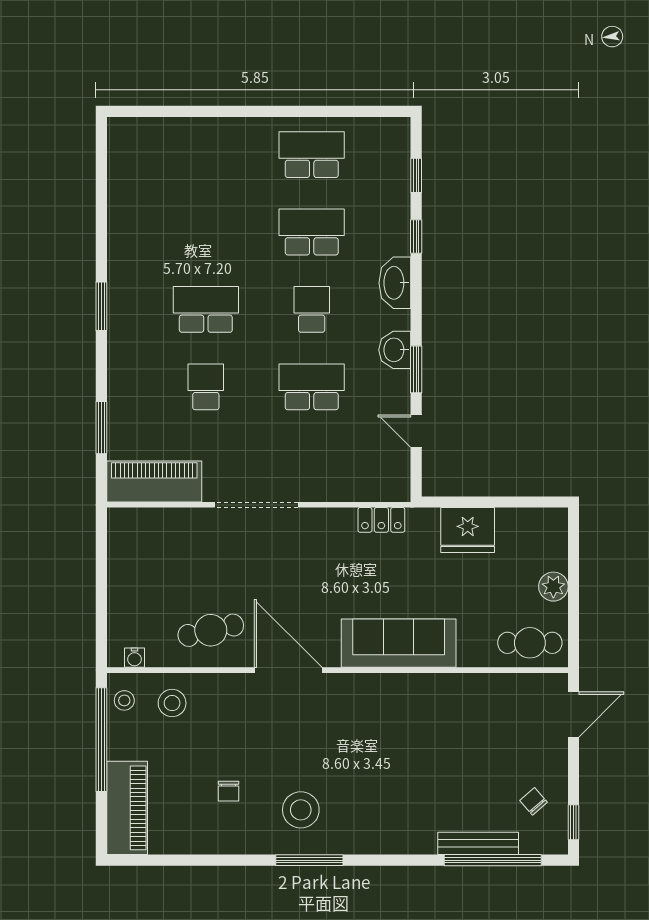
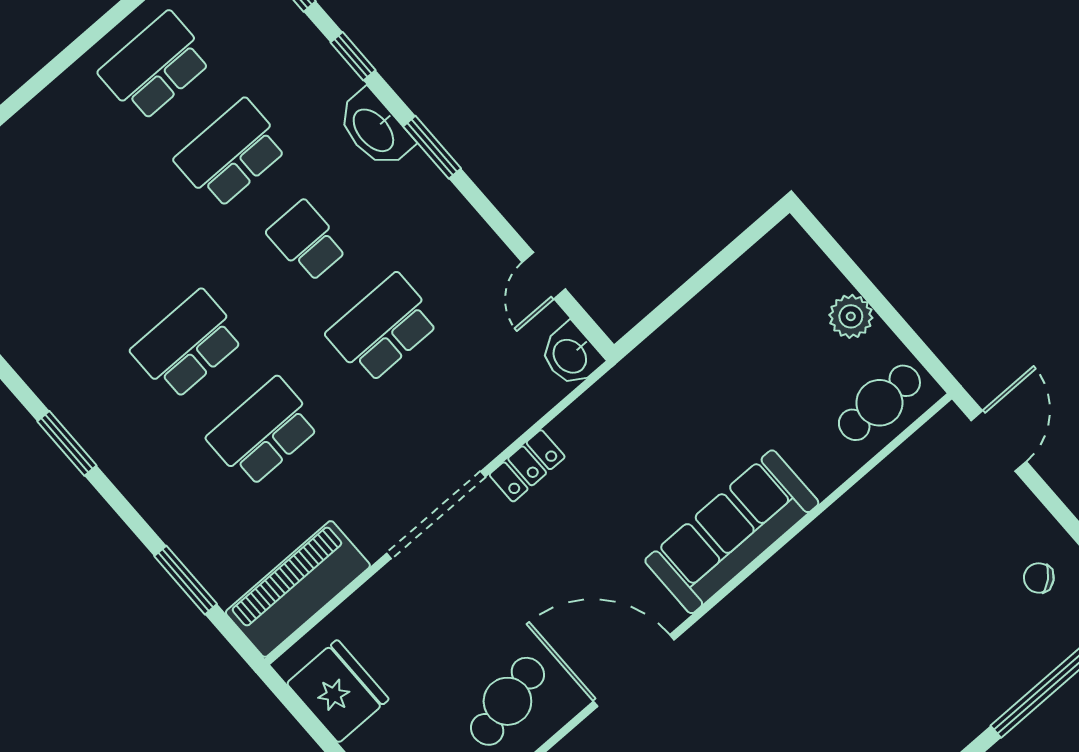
washbasin: (395, 350) -> (571, 355), moved
window: (416, 369) -> (432, 147), moved
school desk: (206, 387) -> (263, 432), width x1.85
door: (416, 431) -> (544, 276), hinge flipped
locker: (381, 520) -> (527, 466), moved
fridge: (468, 530) -> (338, 691), moved, turned -90
bench: (478, 843) -> (1018, 680), removed

